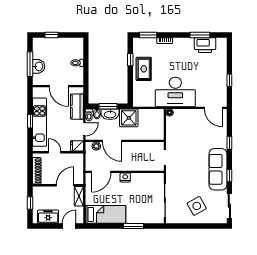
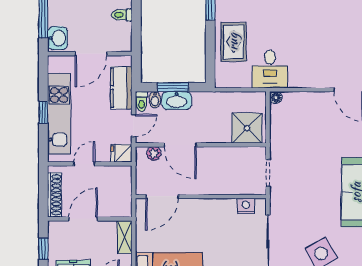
washbasin: (39, 66) -> (58, 38), moved
rug: (144, 69) -> (233, 42), moved
door: (59, 86) -> (91, 54), hinge flipped
desk: (175, 92) -> (270, 69), width x0.53, depth x0.77
shower: (129, 118) -> (247, 128), moved
door: (55, 152) -> (84, 164), hinge flipped
nightstand: (125, 178) -> (246, 206), moved
door: (65, 185) -> (83, 219), moved

